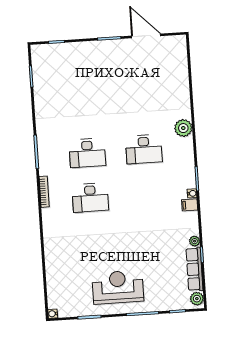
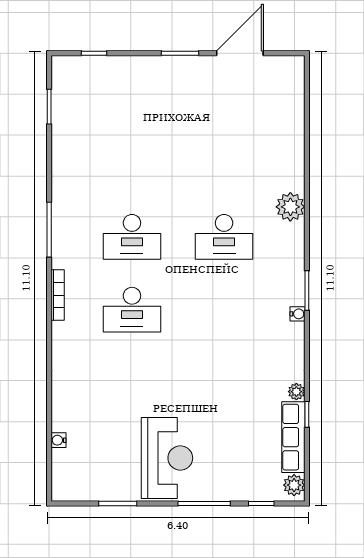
door: (146, 36) -> (240, 53), hinge flipped
filing cabinet: (190, 205) -> (292, 332), removed
reception desk: (118, 287) -> (167, 458), turned 90
water cooler: (53, 314) -> (59, 440), moved

